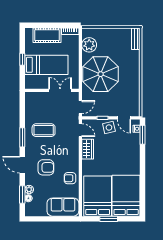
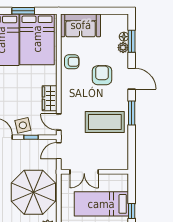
coffee table: (44, 130) -> (105, 122), width x1.36, depth x1.32
armchair: (46, 167) -> (102, 75), turned 90

